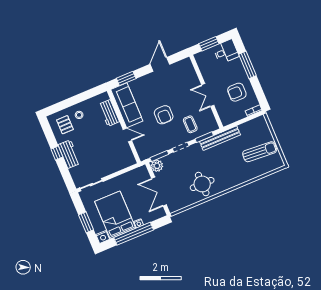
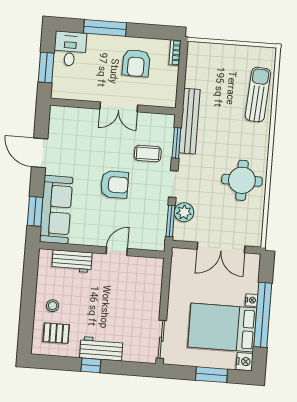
sofa: (127, 105) -> (56, 210), moved, turned 90
sun lounger: (260, 152) -> (258, 95), moved
plant: (157, 166) -> (184, 212), moved

